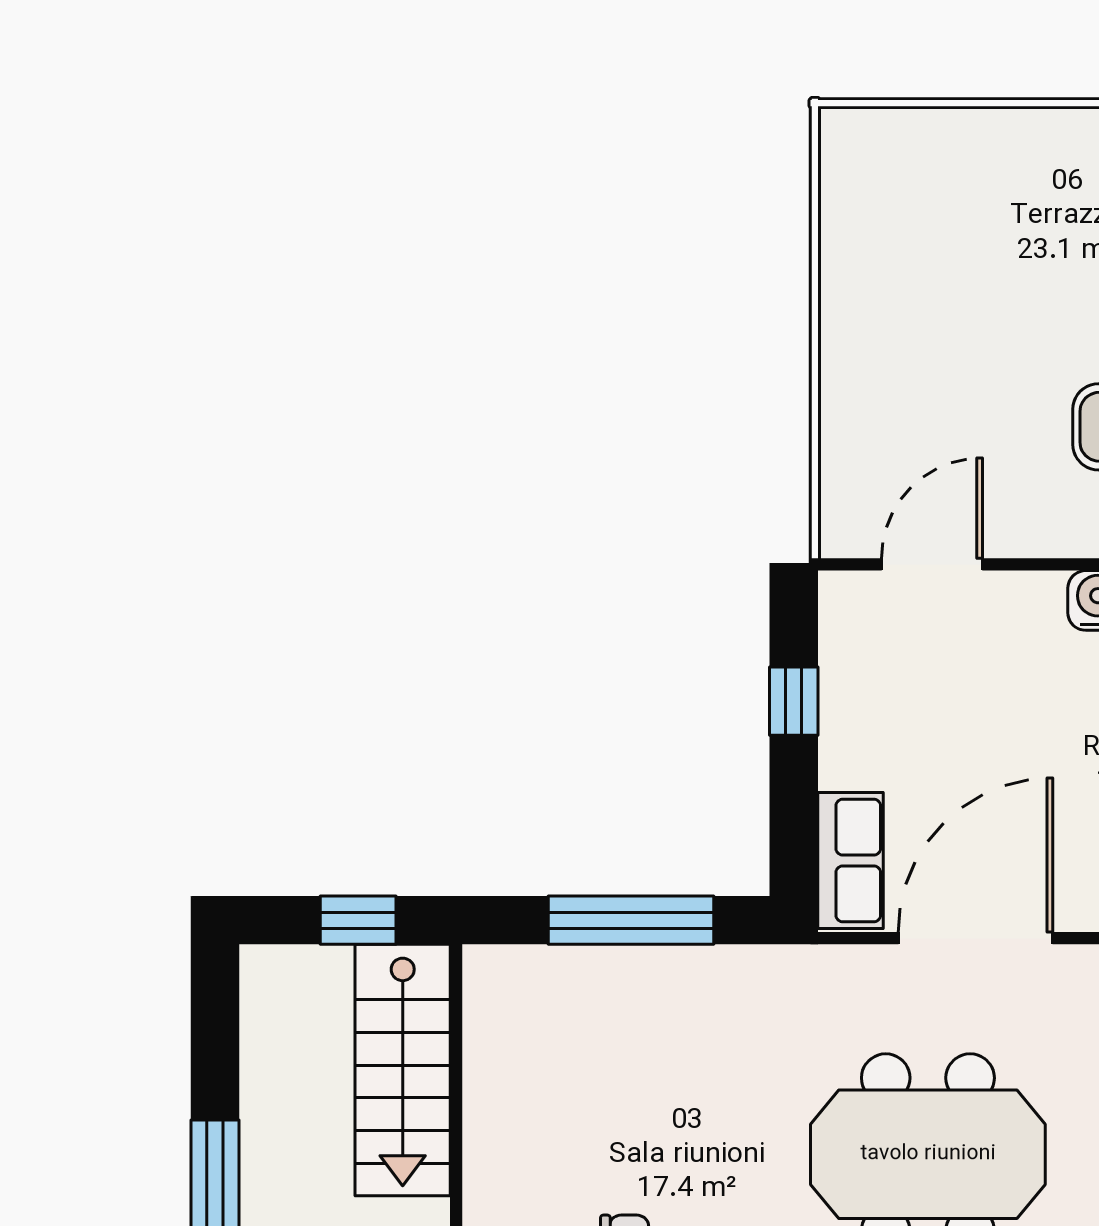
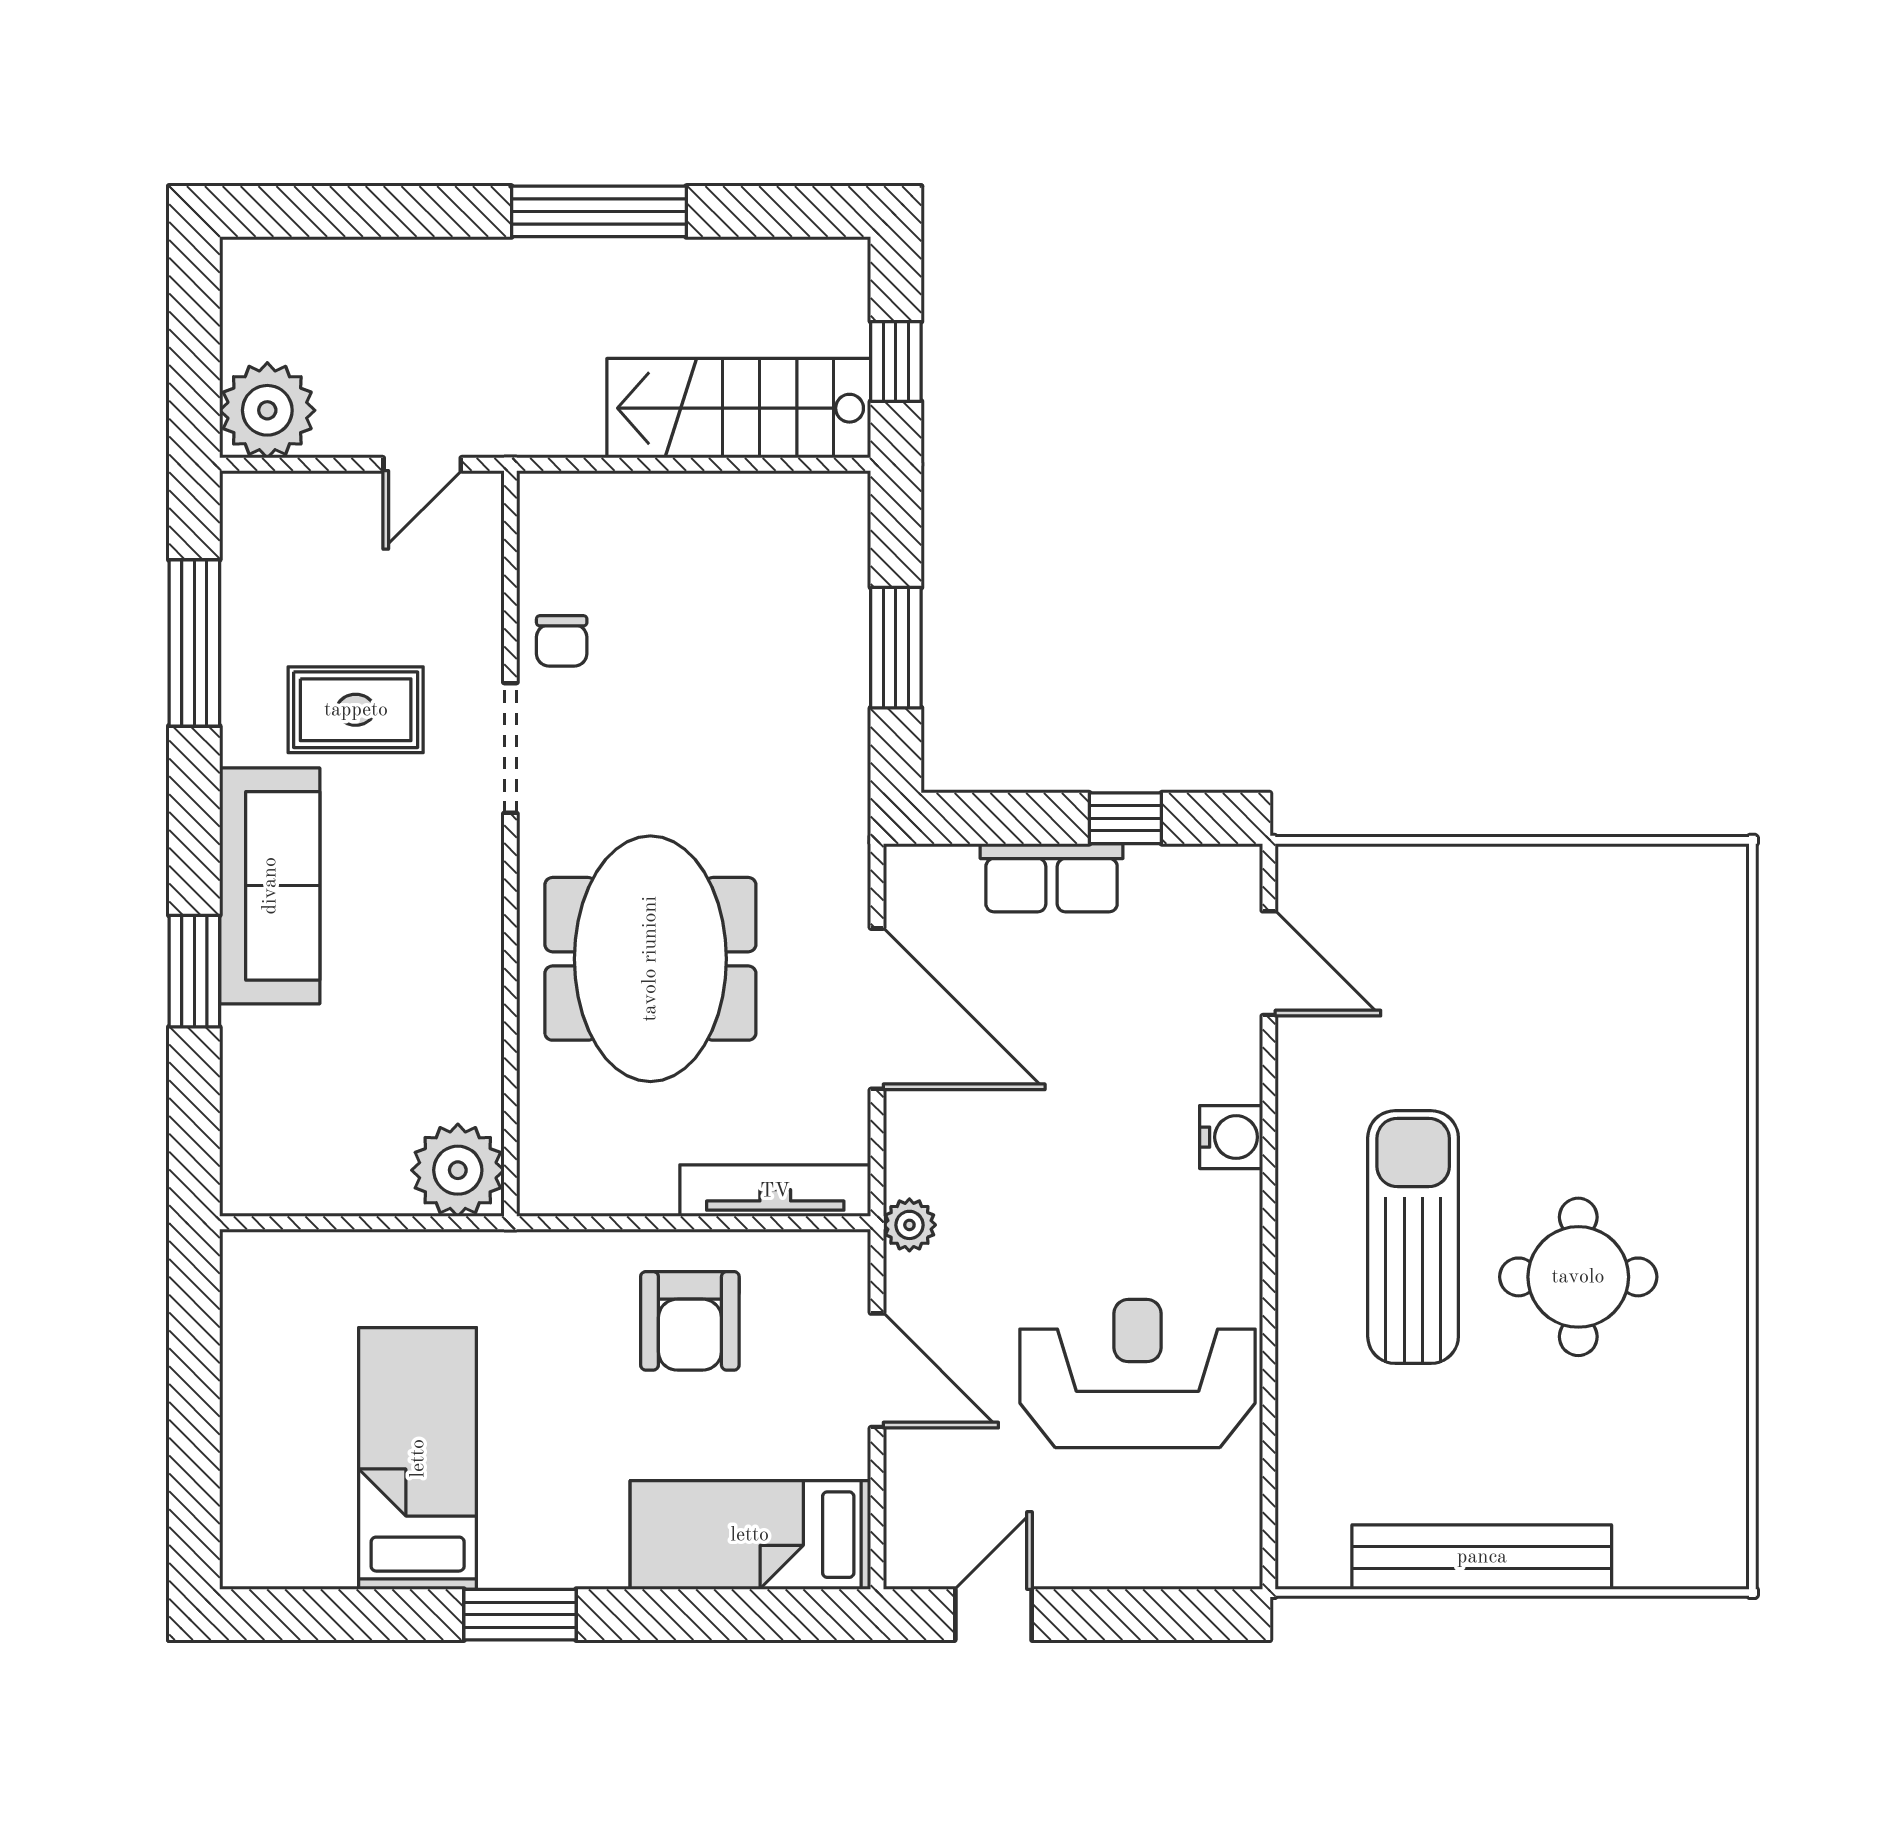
row of seats: (850, 860) -> (1052, 878), moved
window: (631, 920) -> (896, 648), width x0.69

